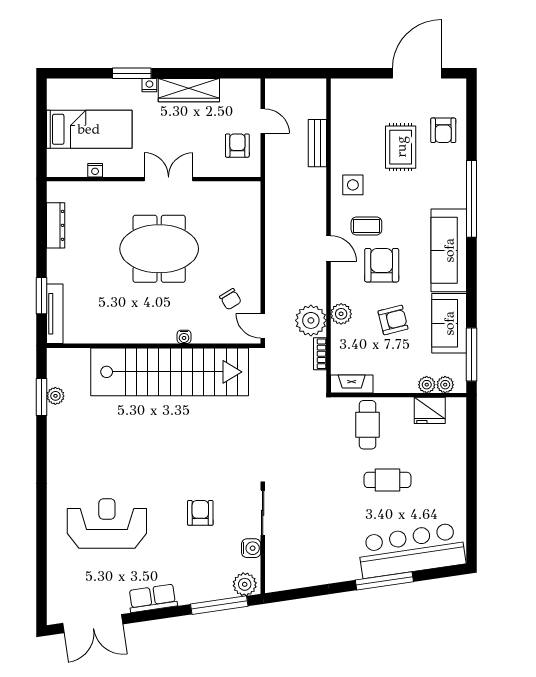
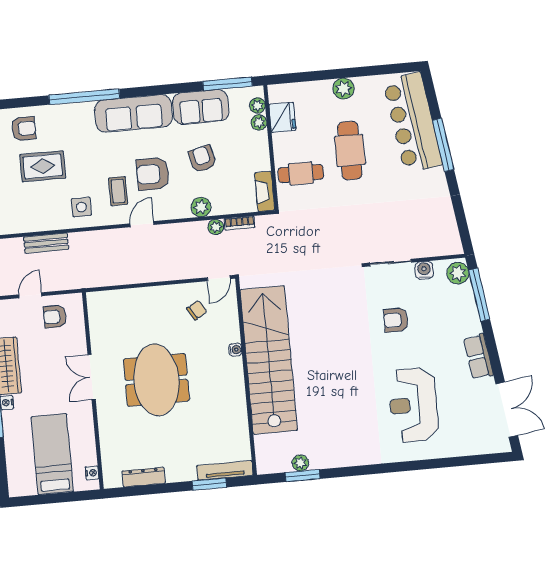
nightstand: (95, 170) -> (92, 473), moved
plant: (311, 320) -> (216, 227), width x0.53, depth x0.53
plant: (455, 479) -> (343, 89), added
cafe table: (387, 480) -> (350, 151), width x1.37, depth x1.35

